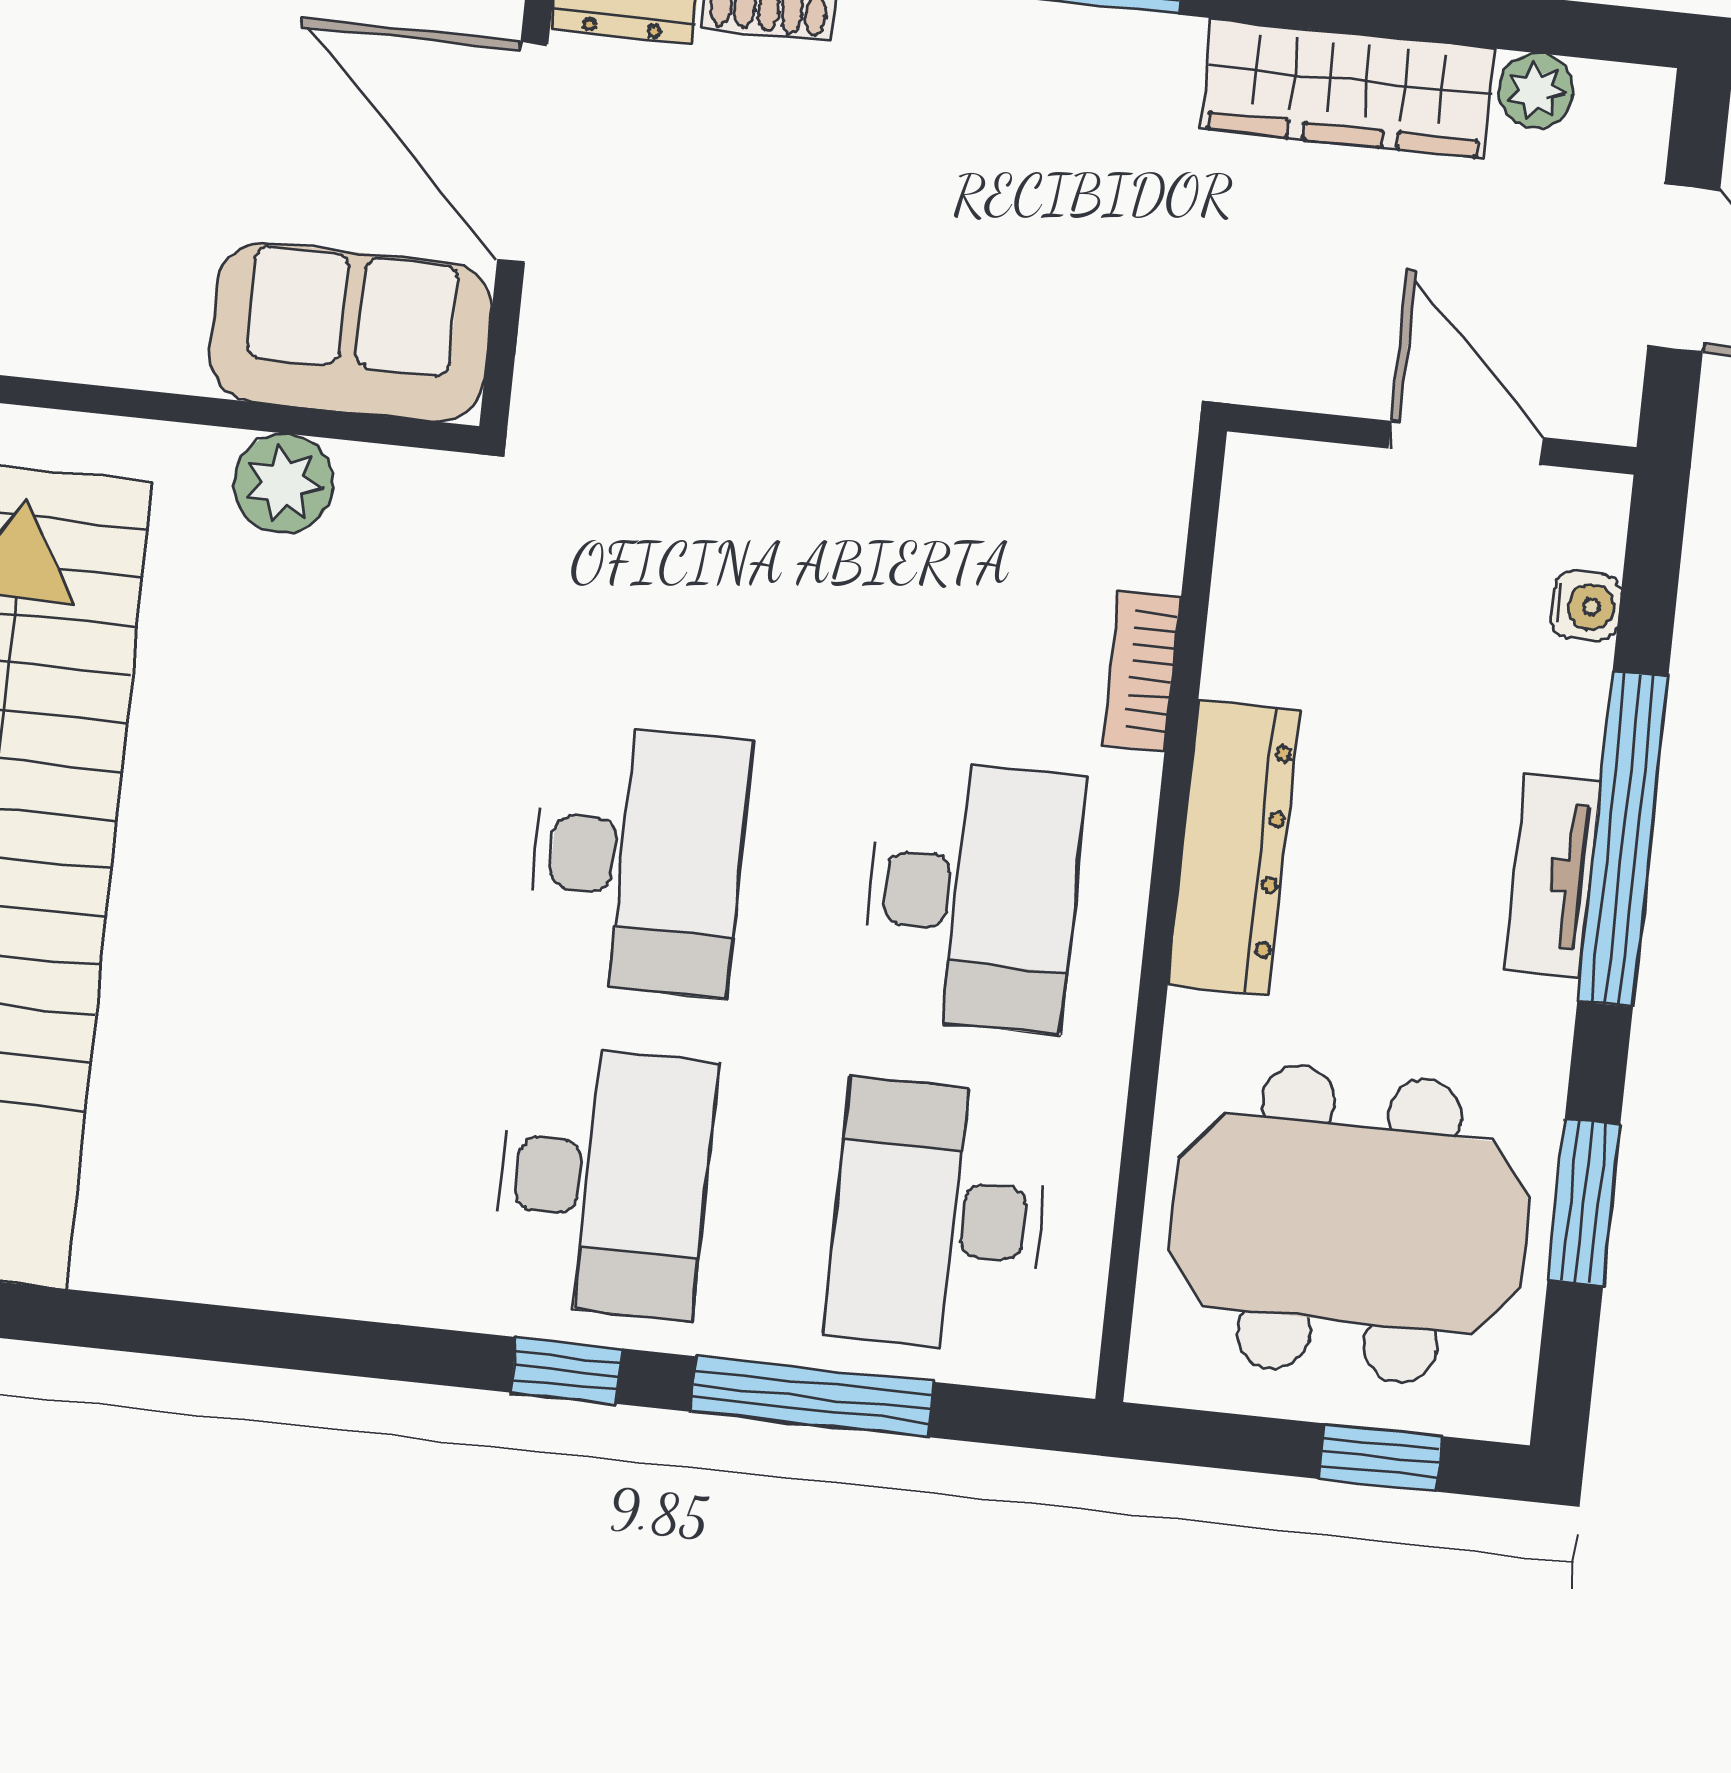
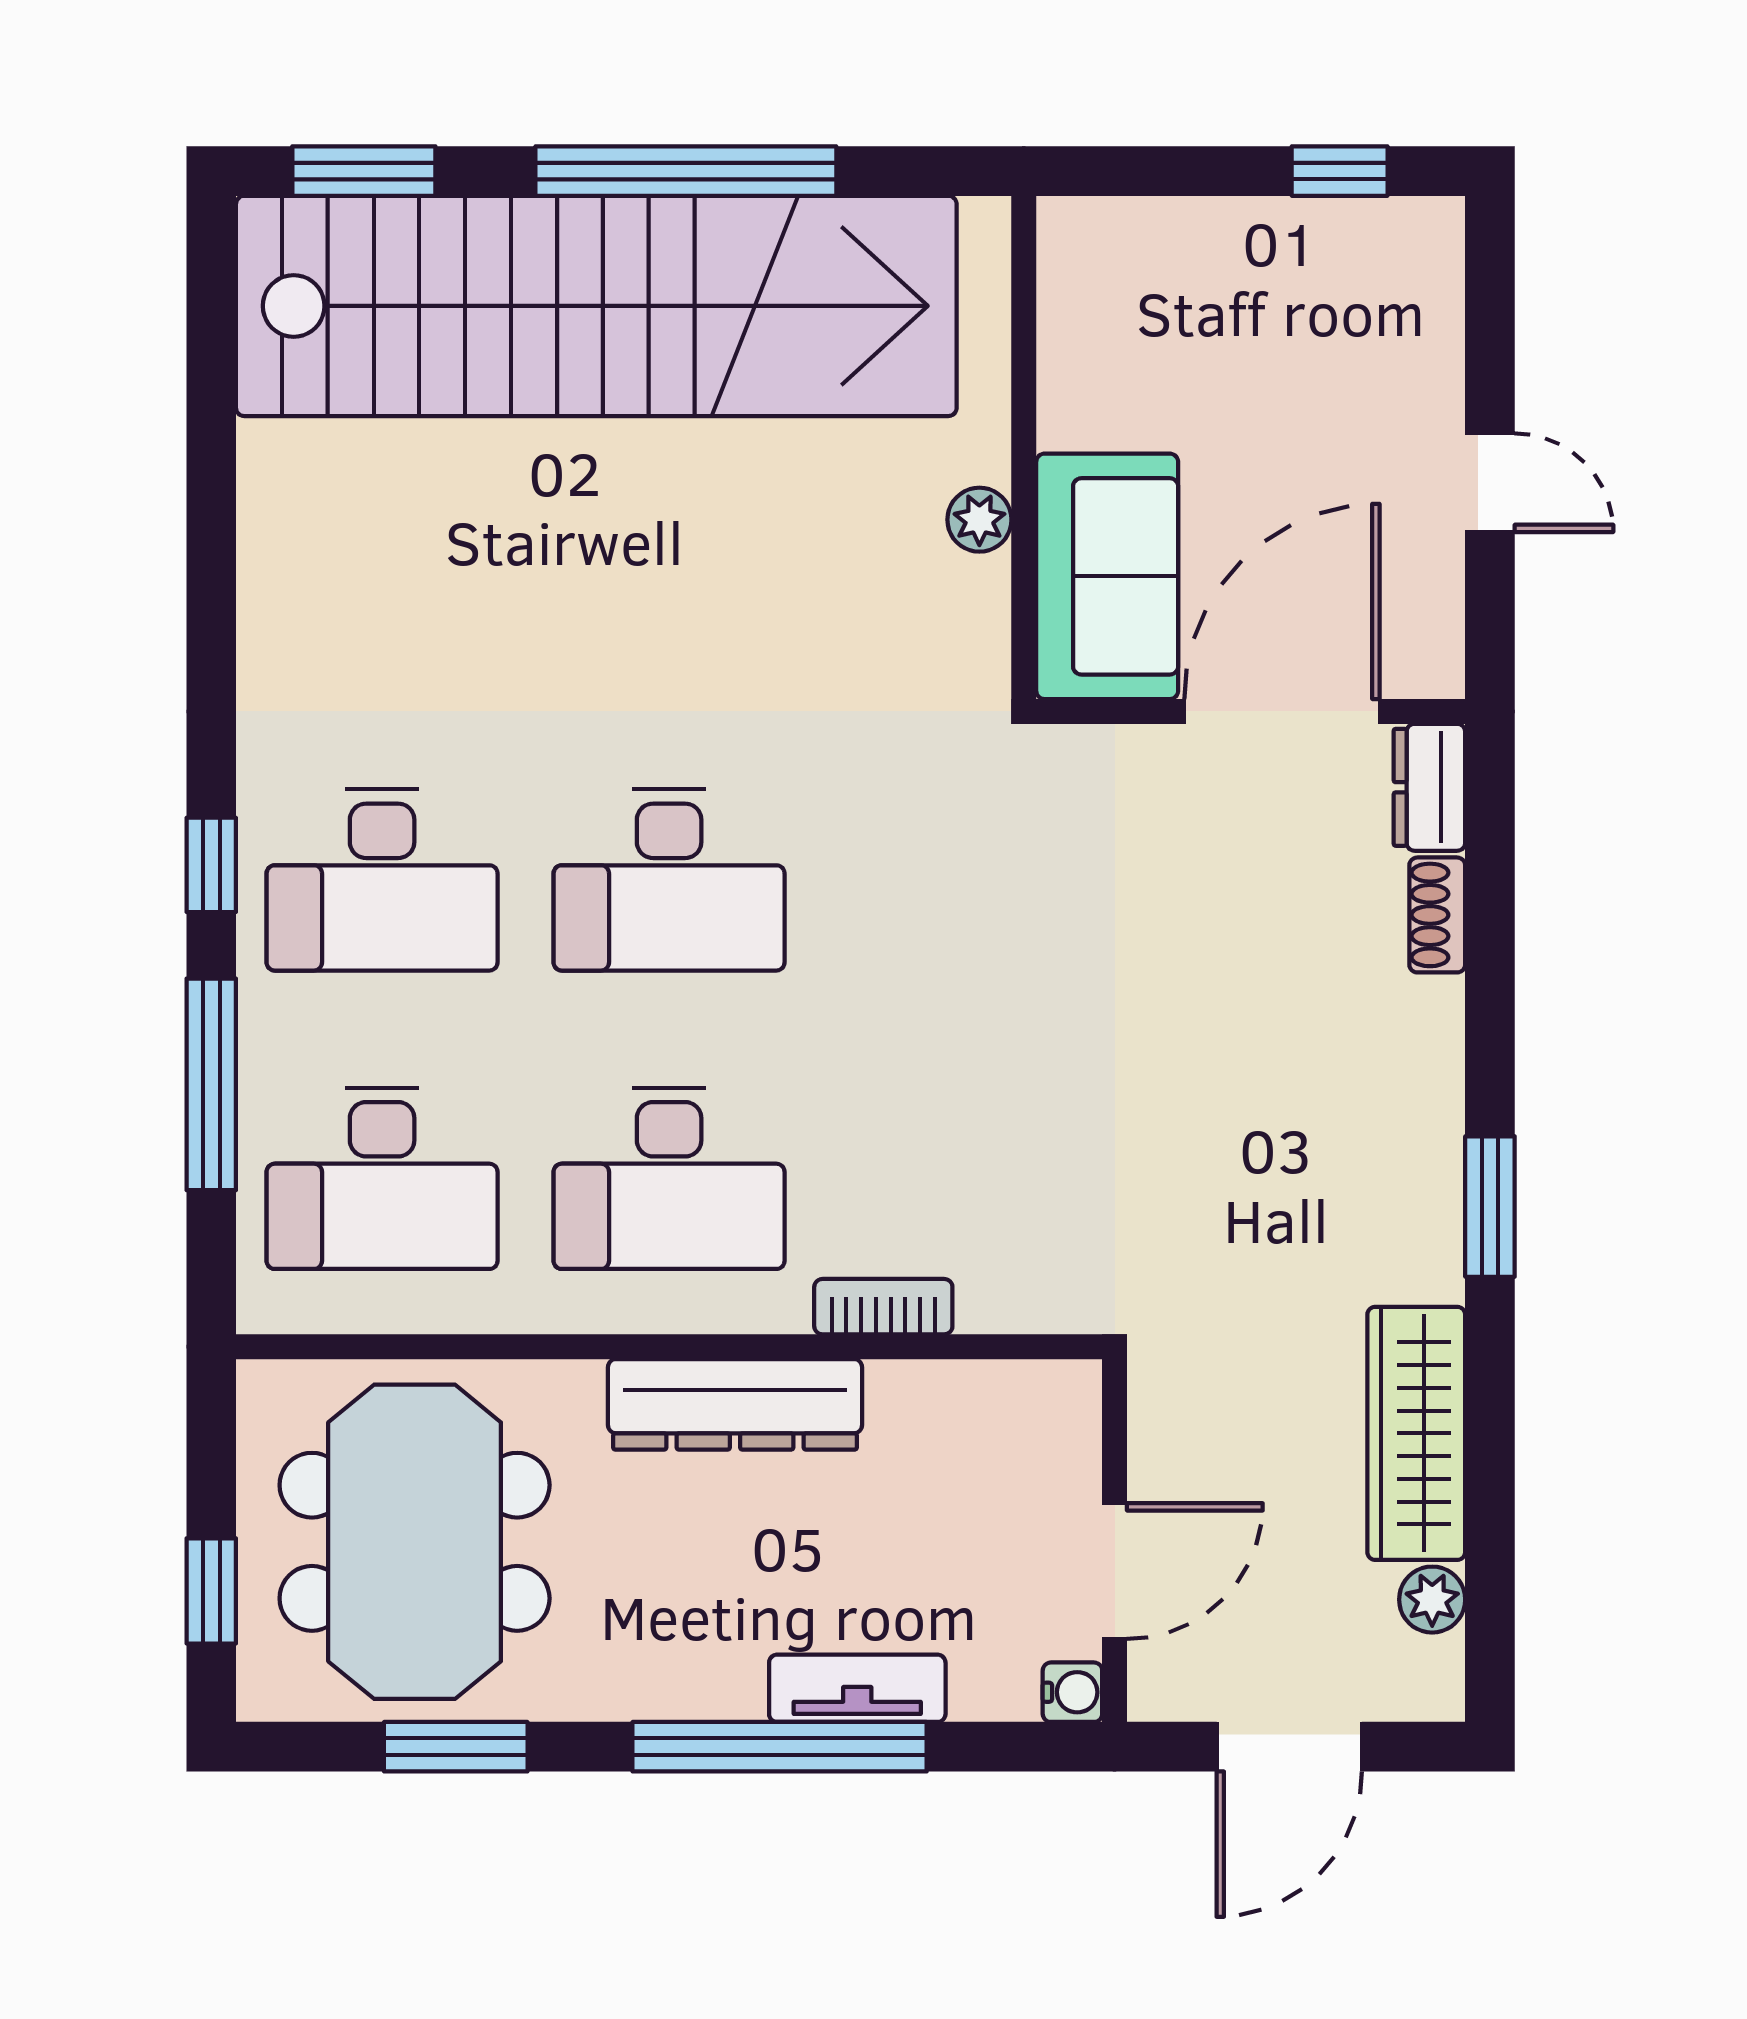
plant: (284, 483) -> (979, 520), width x0.73, depth x0.73
water cooler: (1586, 606) -> (1072, 1692), moved, turned -90
tv unit: (1553, 875) -> (857, 1688), moved
desk: (938, 1217) -> (382, 1178), turned 180

